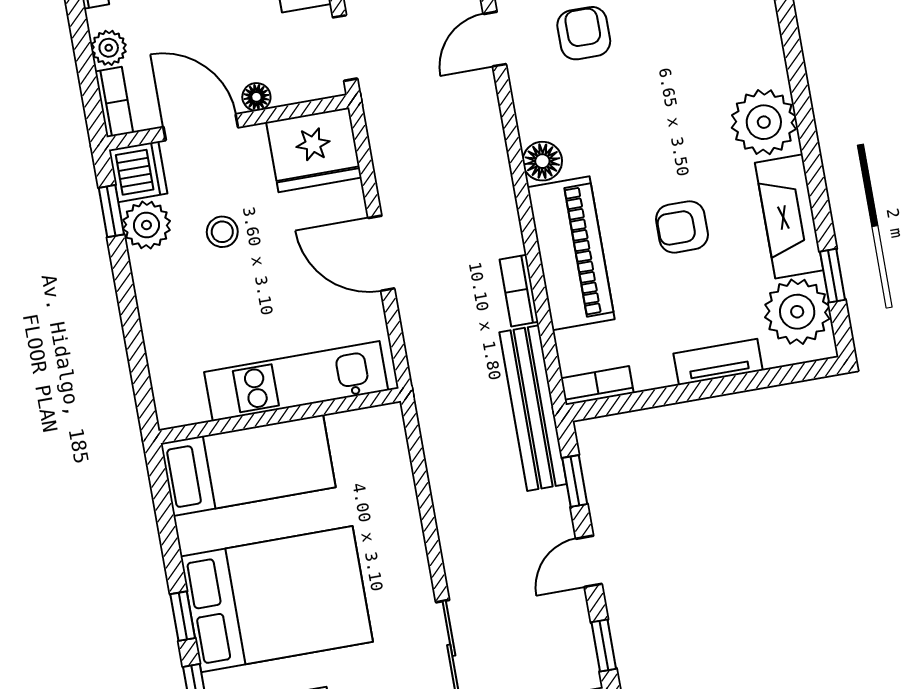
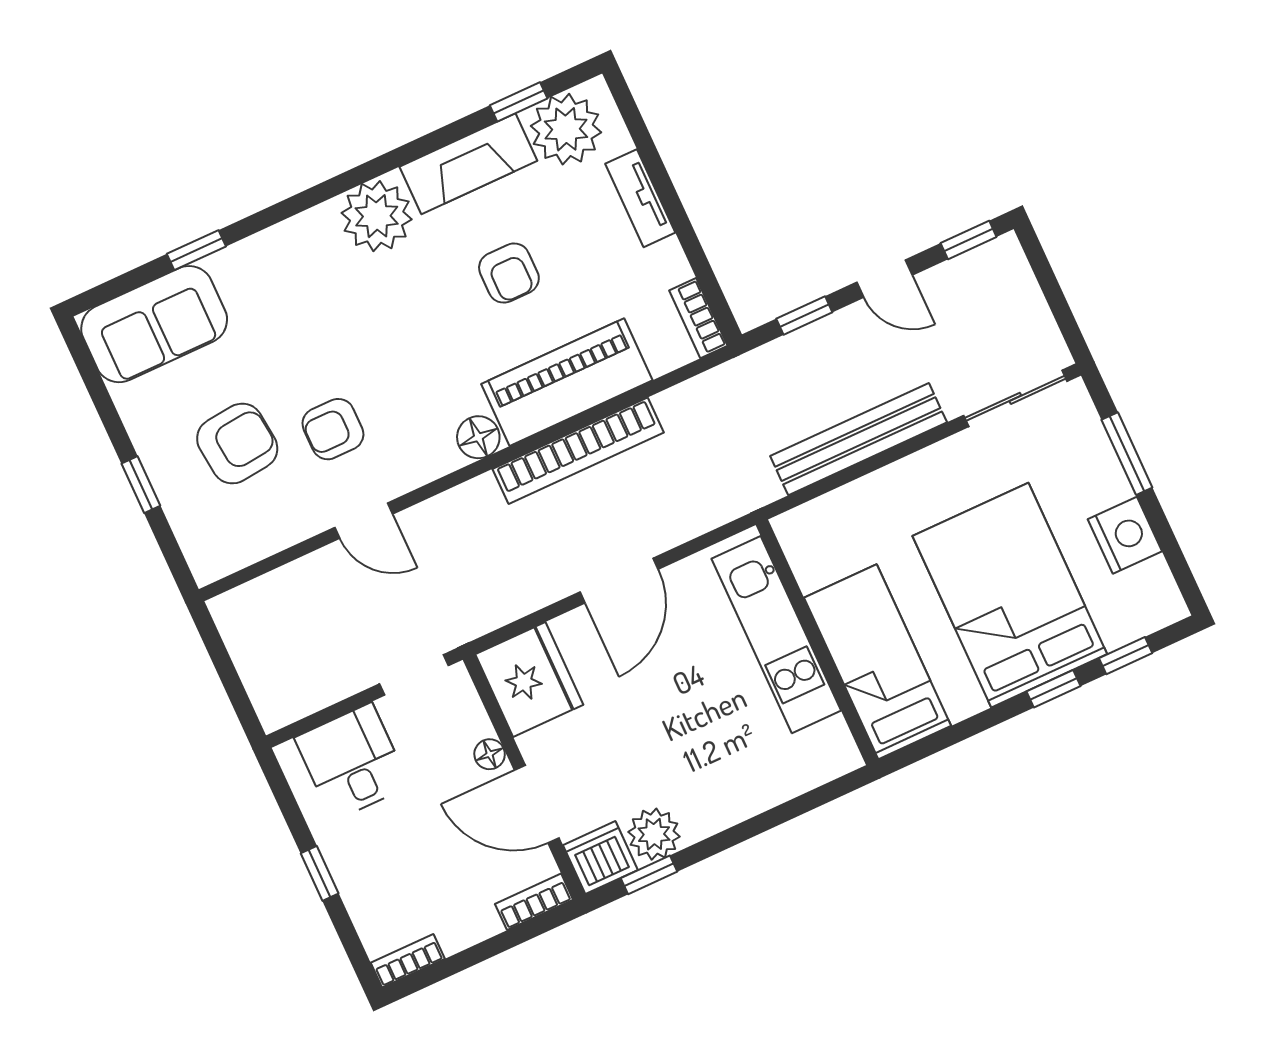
plant: (109, 48) -> (479, 922), removed
door: (201, 127) -> (537, 804), hinge flipped
stool: (222, 232) -> (640, 753), removed
bookcase: (519, 291) -> (578, 451), width x2.31, depth x1.31
bench: (533, 408) -> (859, 439), moved

